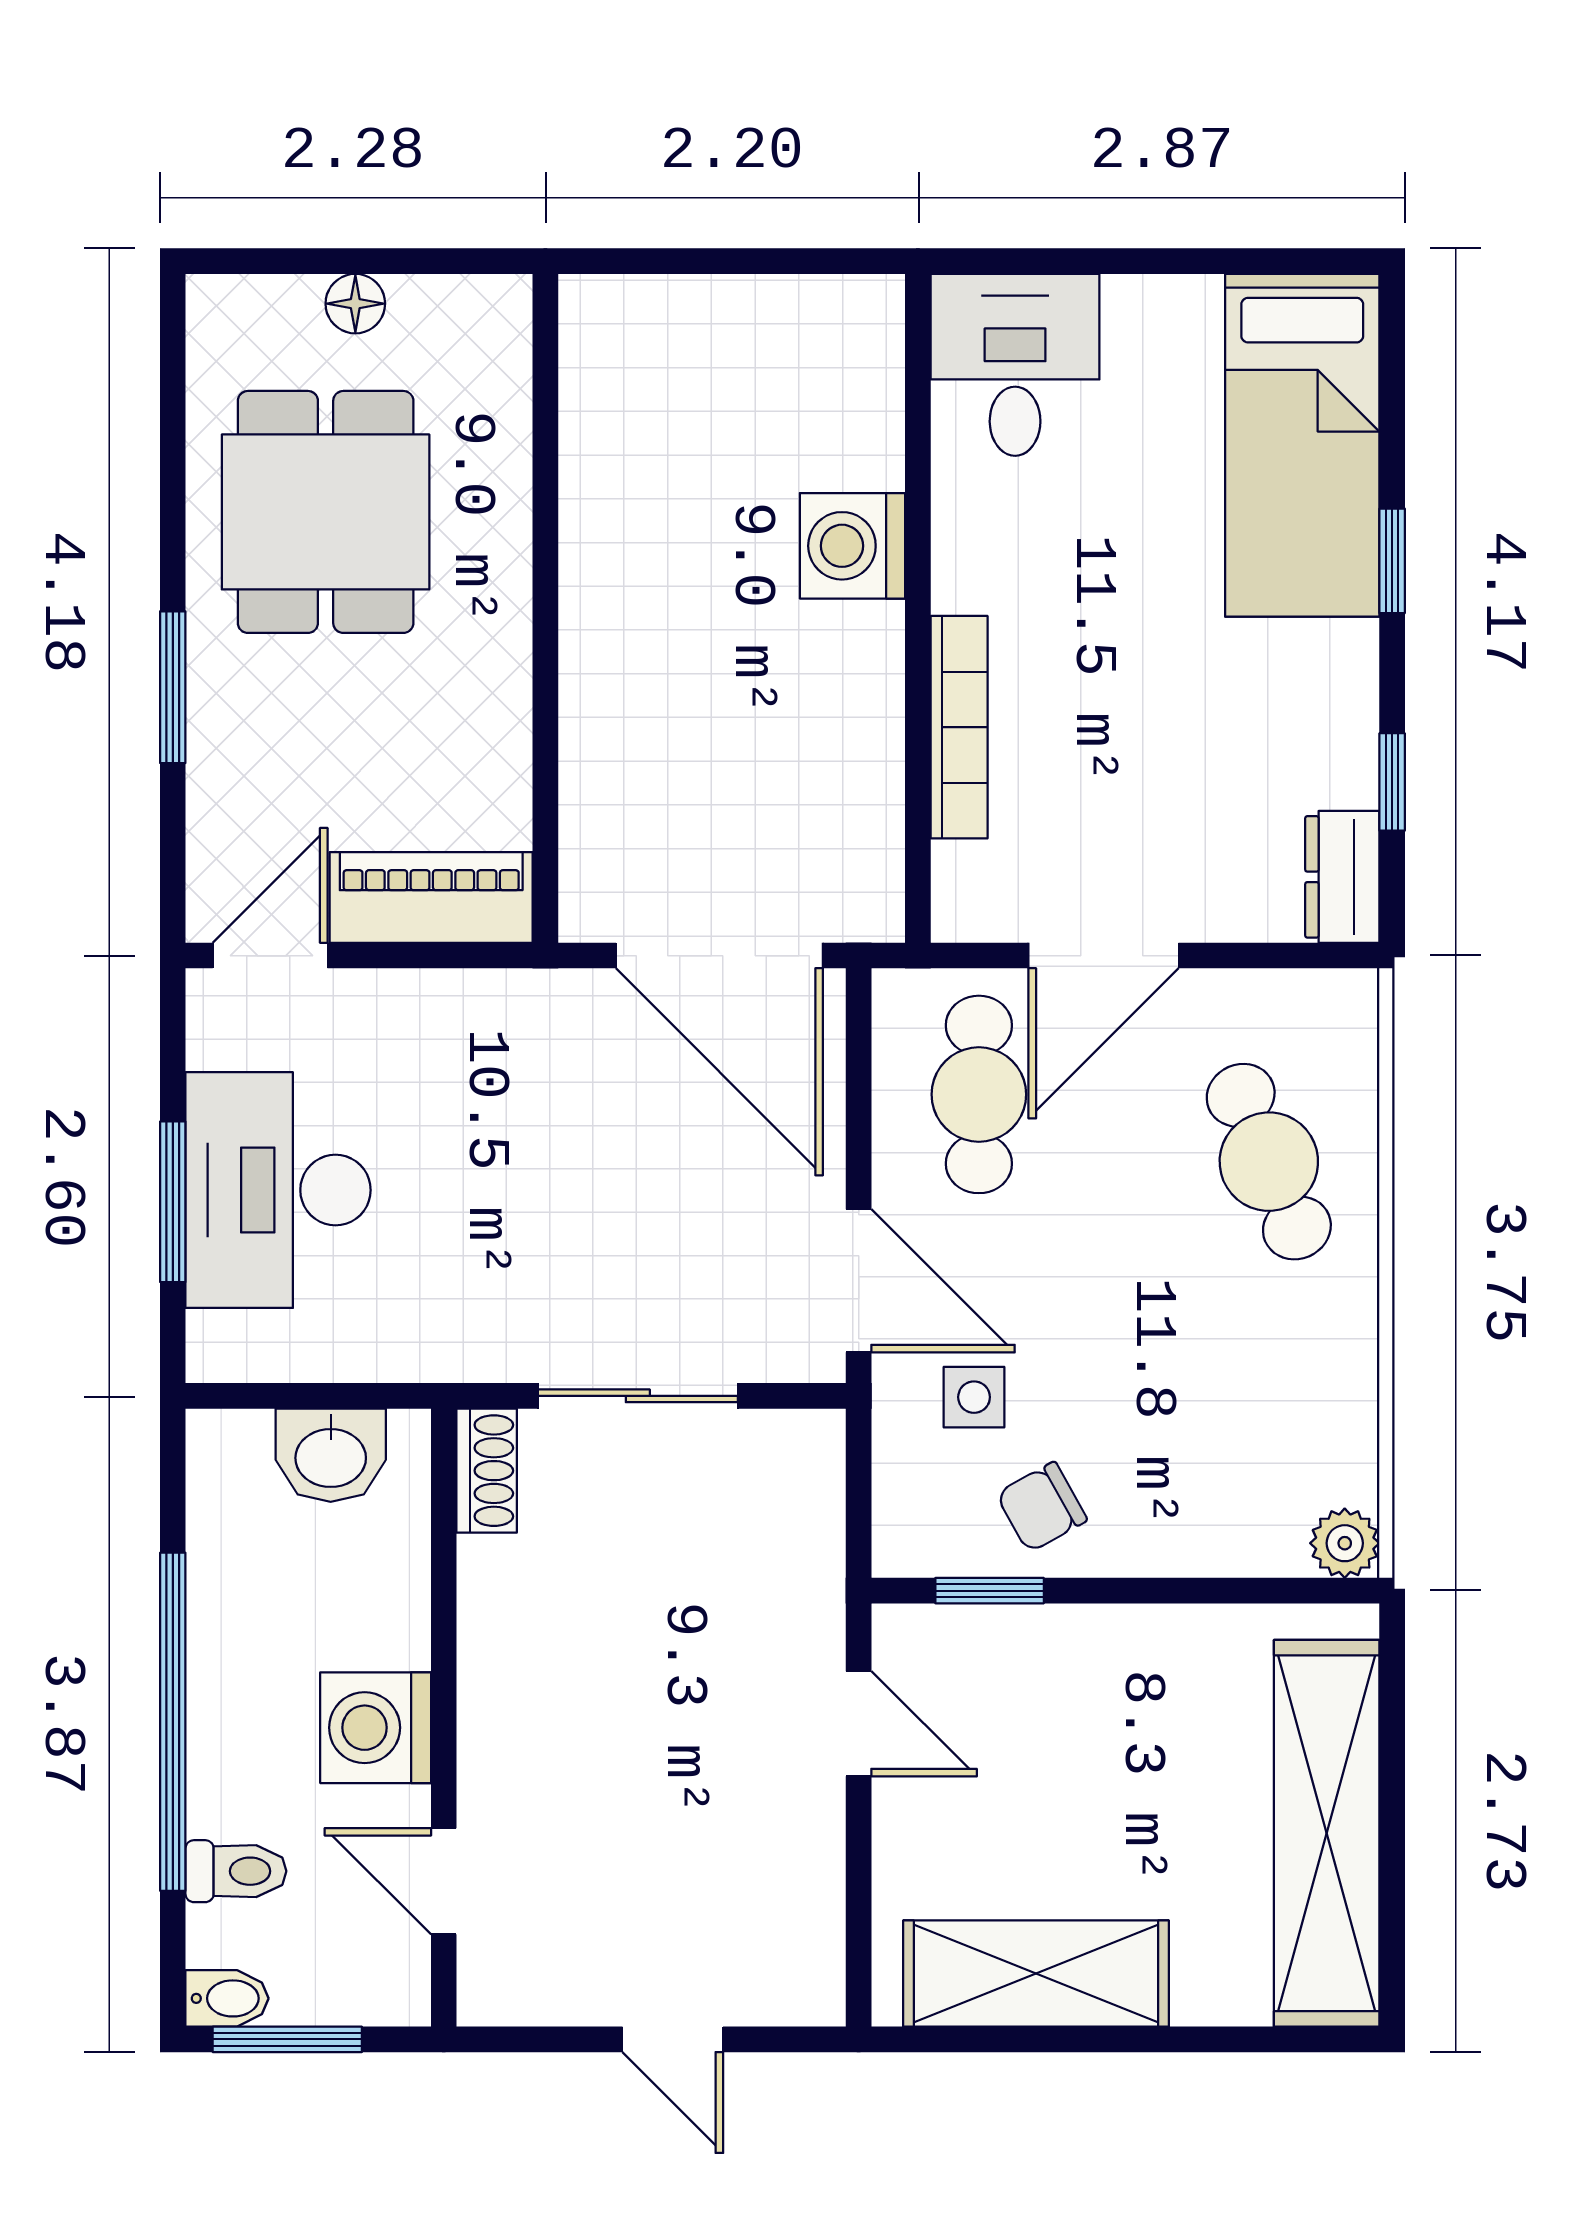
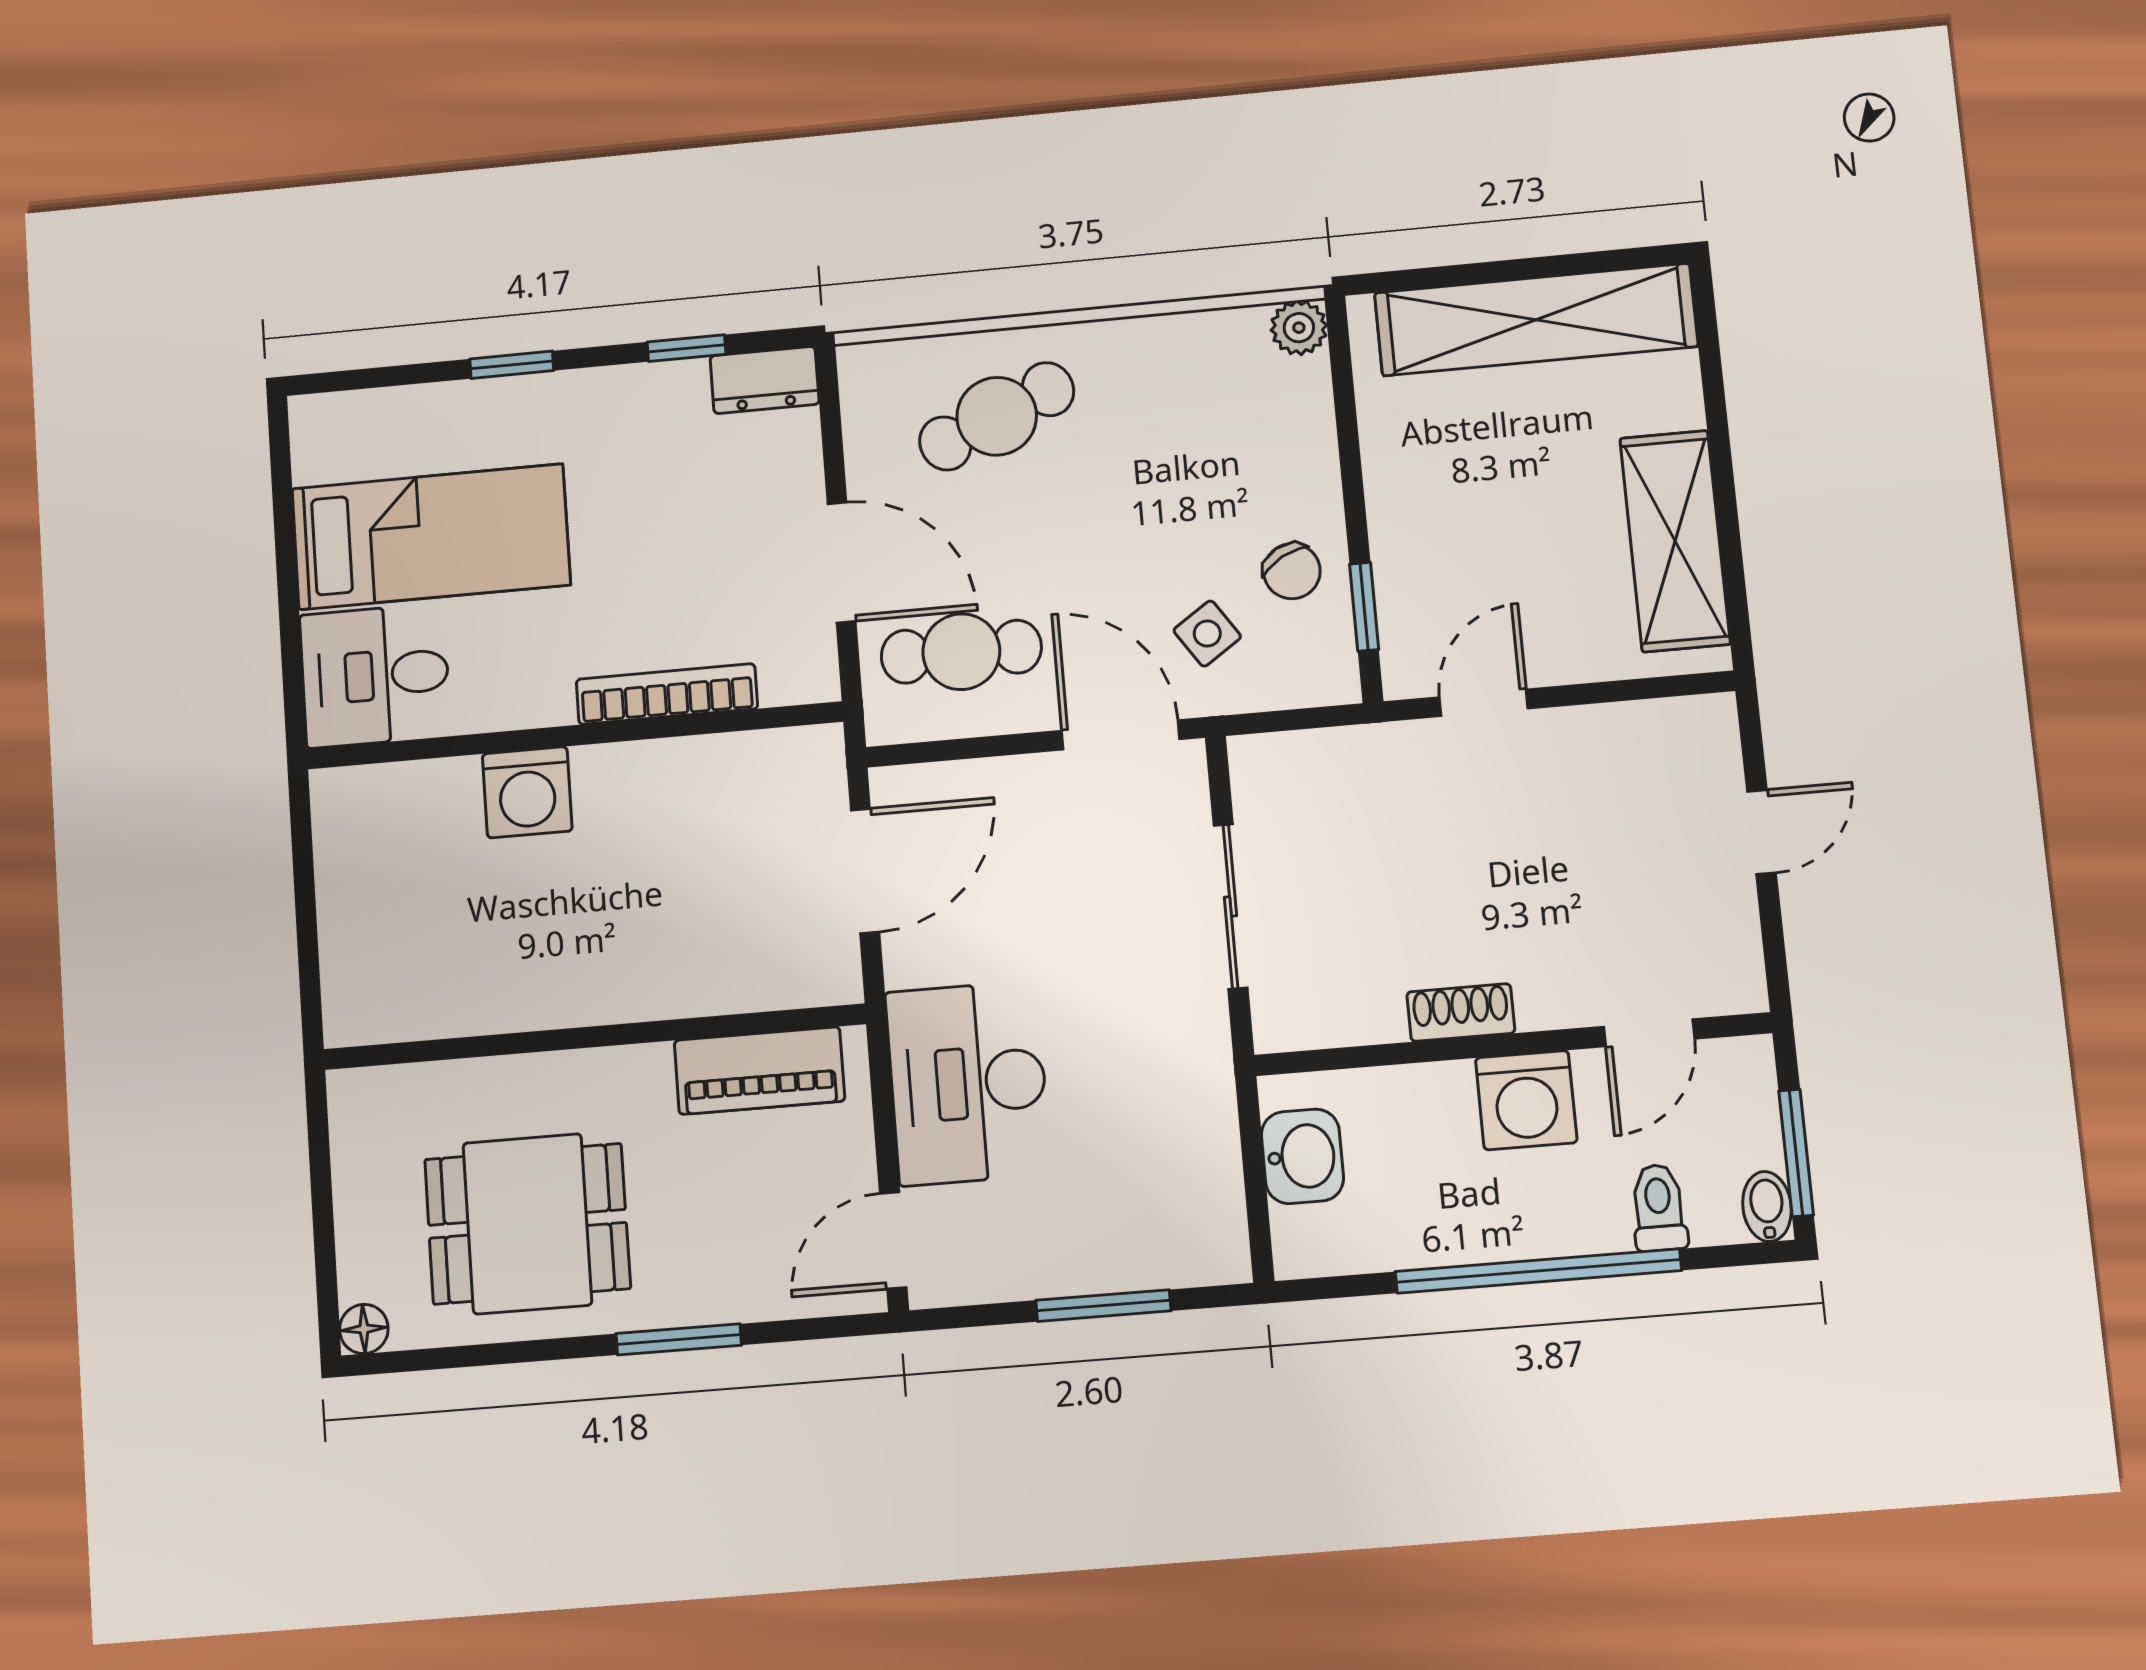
floor lamp: (355, 304) -> (364, 1329), moved
bed: (1302, 445) -> (431, 537), moved
piano: (431, 897) -> (759, 1071), moved, turned -90
door: (270, 956) -> (893, 1240), hinge flipped
door: (719, 956) -> (865, 871), width x0.73
desk: (278, 1190) -> (968, 1083), moved, turned 90
door: (859, 1281) -> (1121, 735), hinge flipped
side table: (974, 1397) -> (1207, 634), turned -34
shoe rack: (487, 1471) -> (1461, 1013), moved

